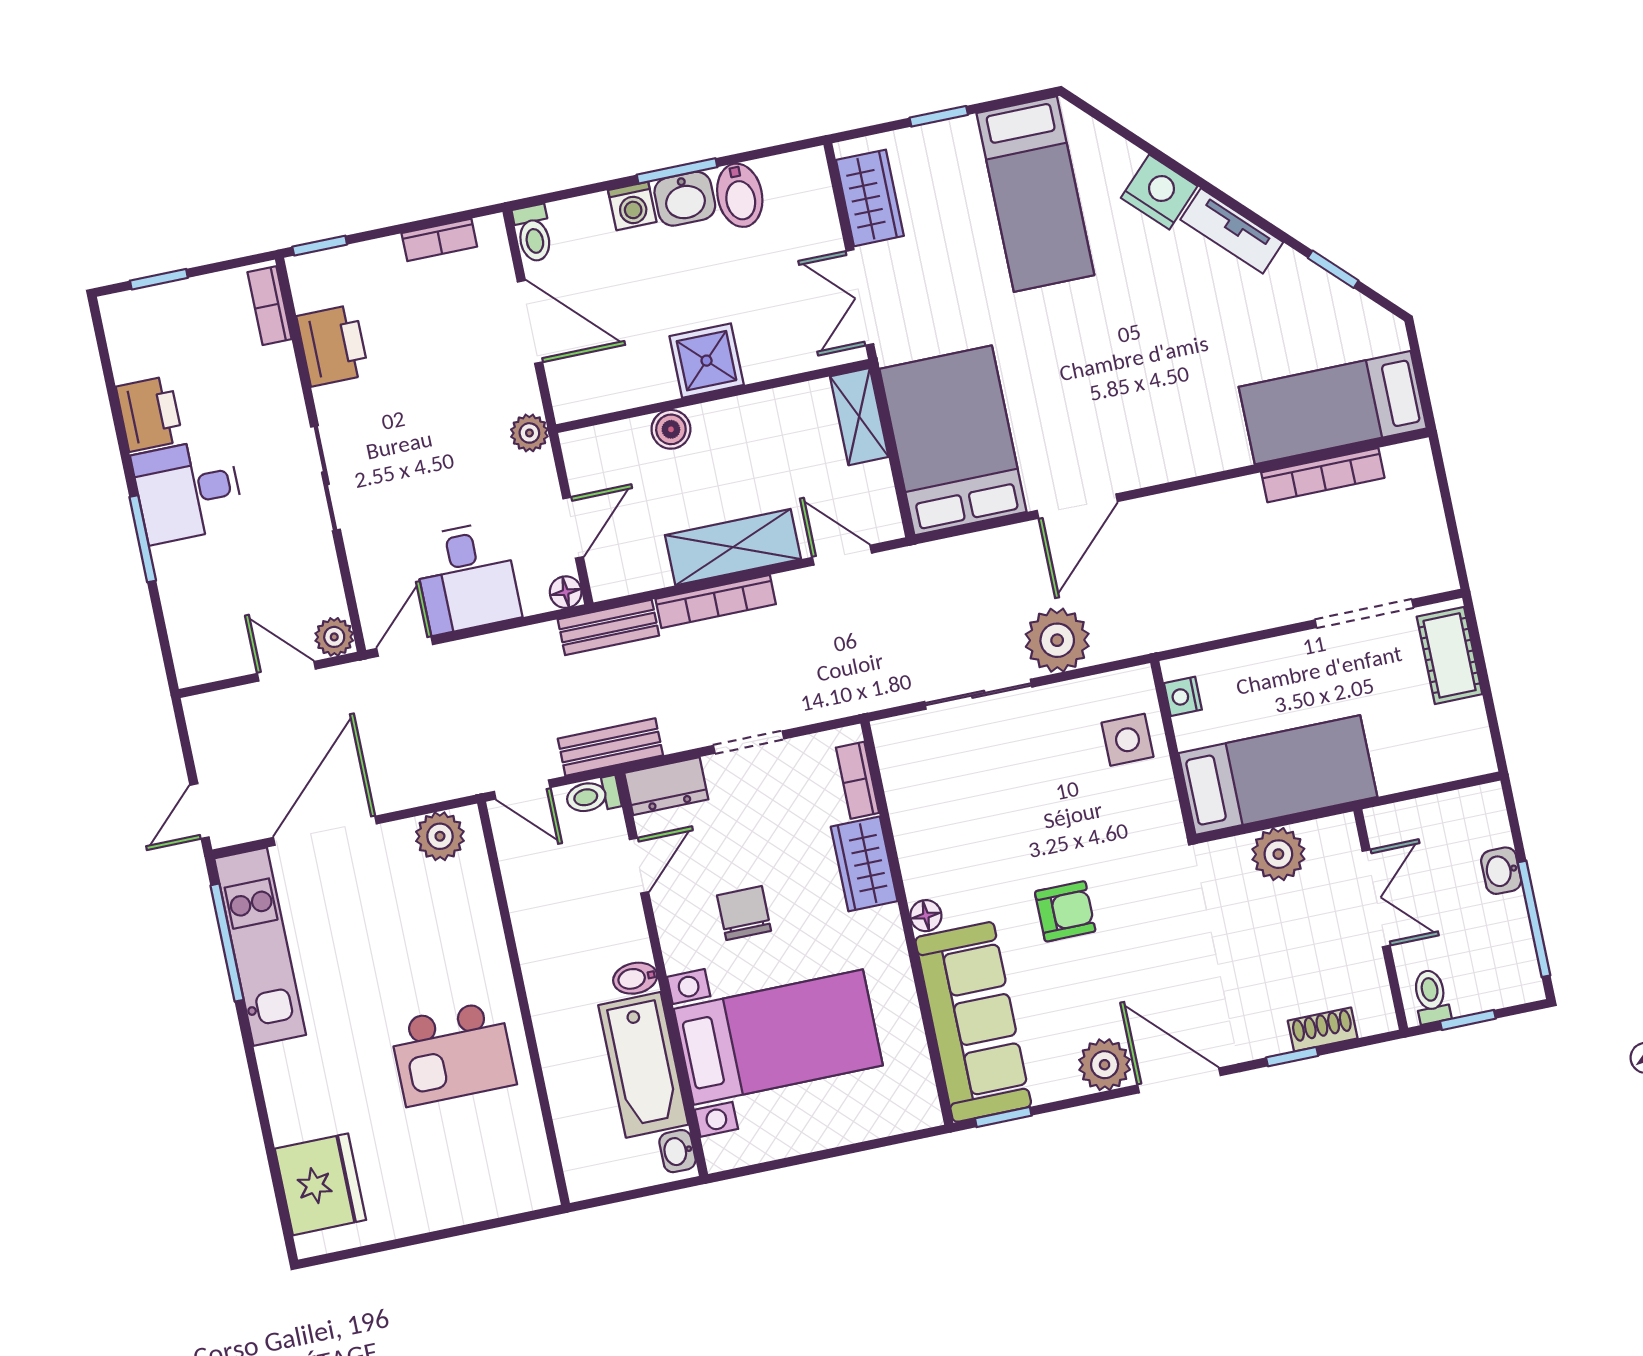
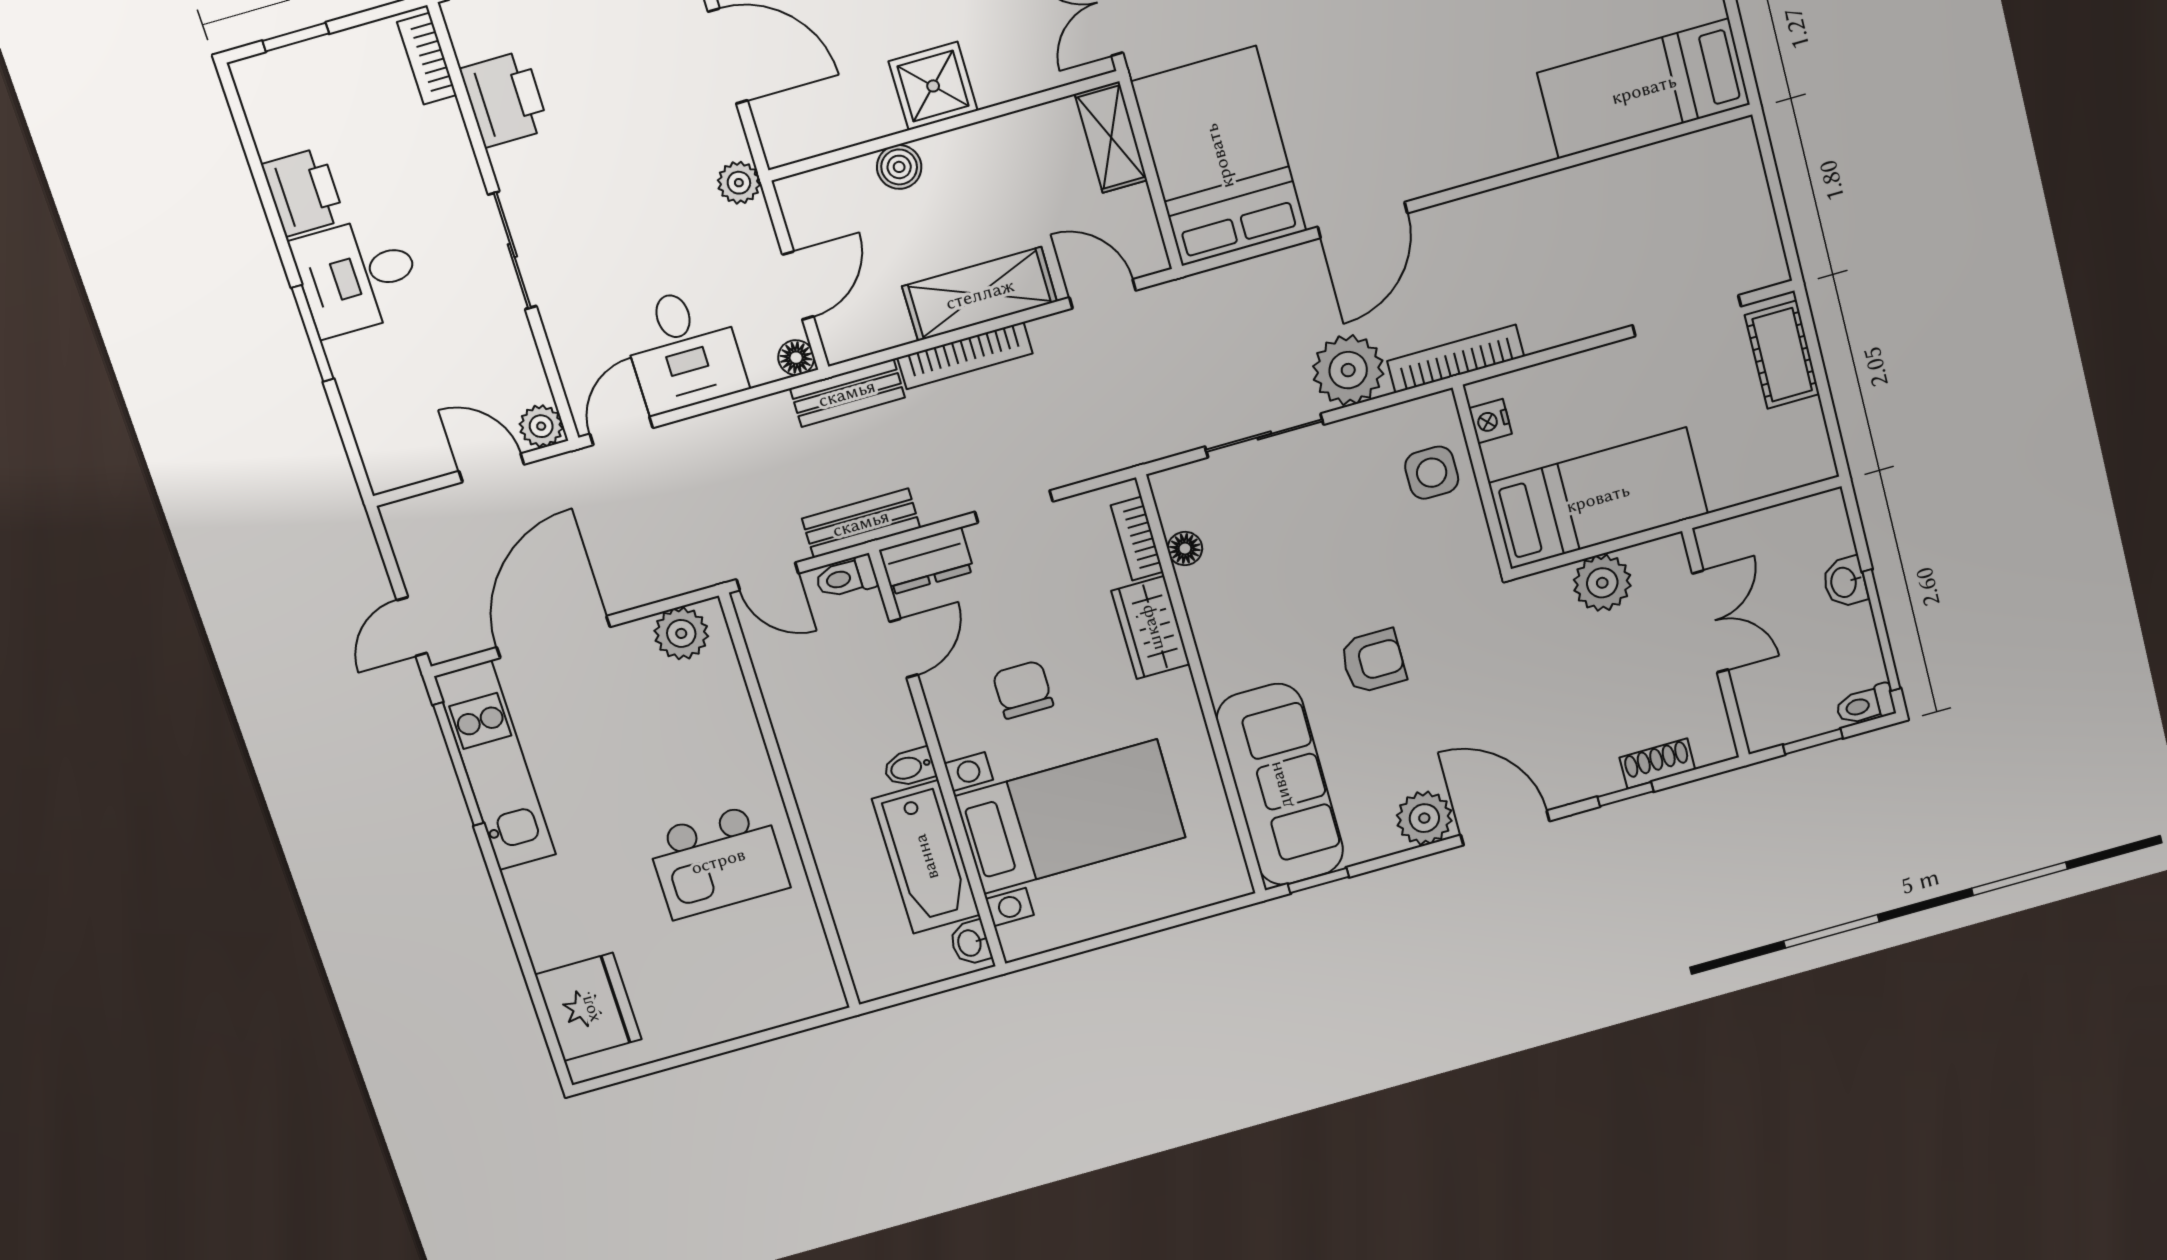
bookcase: (1323, 475) -> (1456, 359), moved, turned 180
floor lamp: (926, 916) -> (1185, 549), moved
toilet: (1431, 997) -> (1865, 705), moved, turned -90

